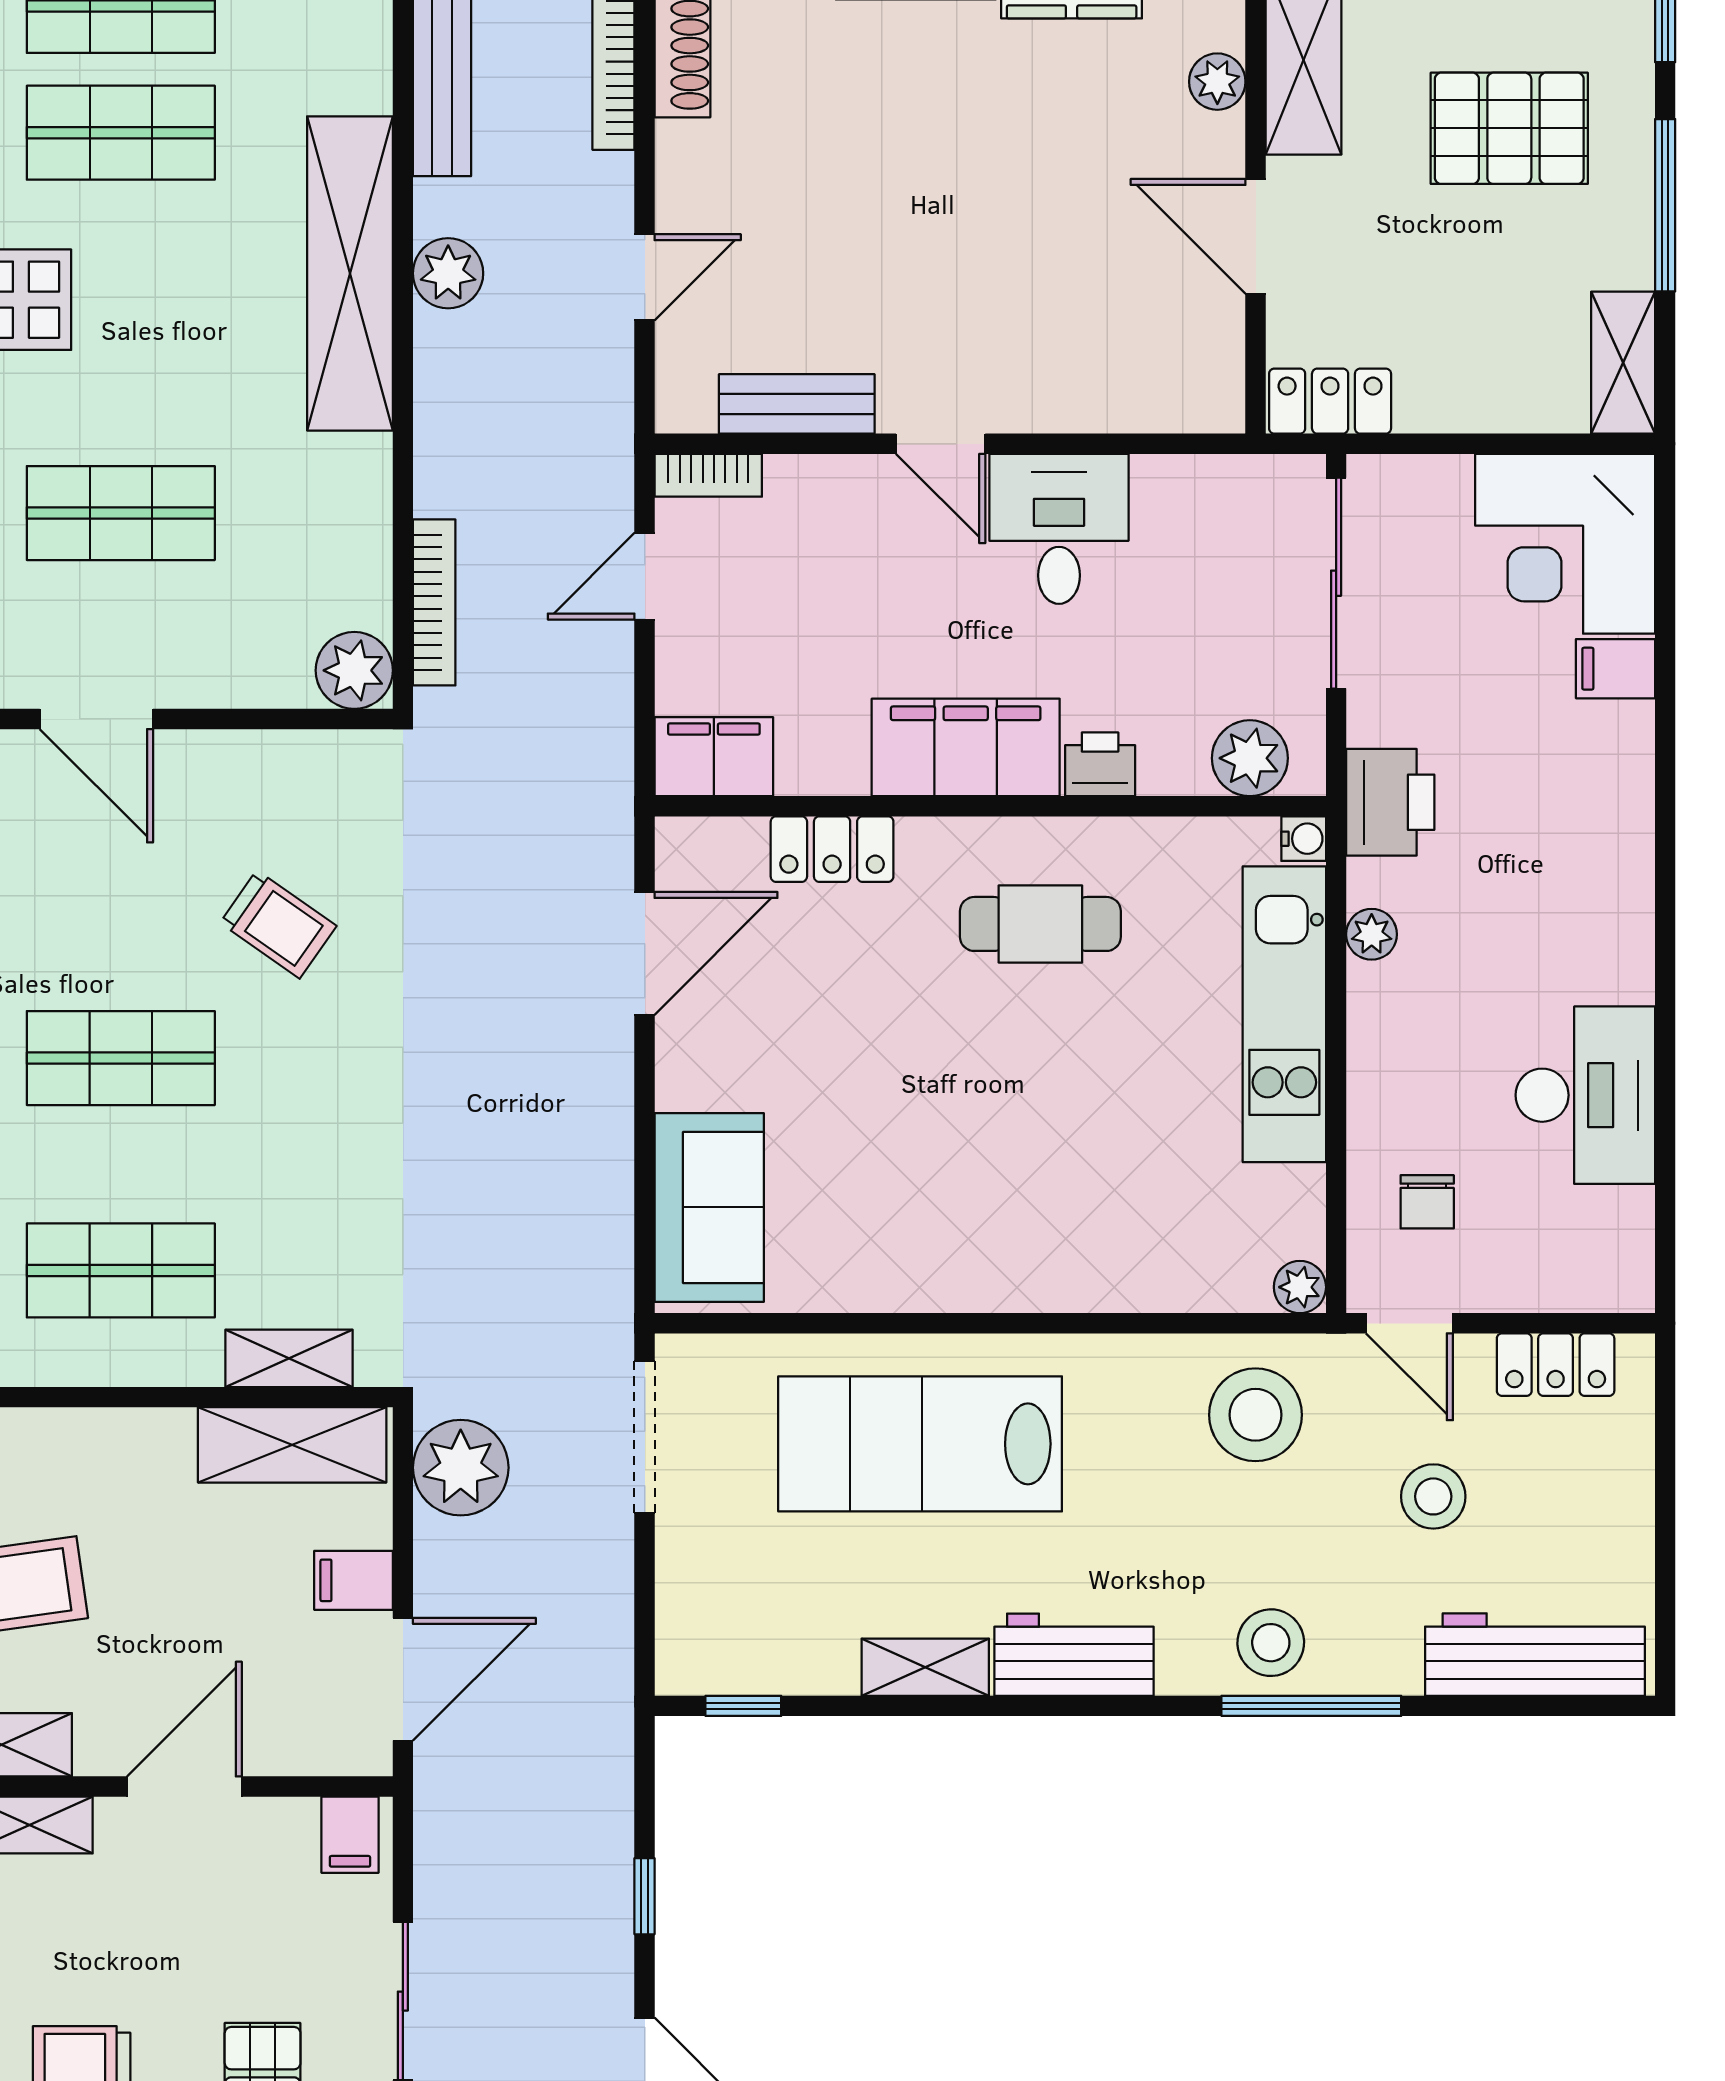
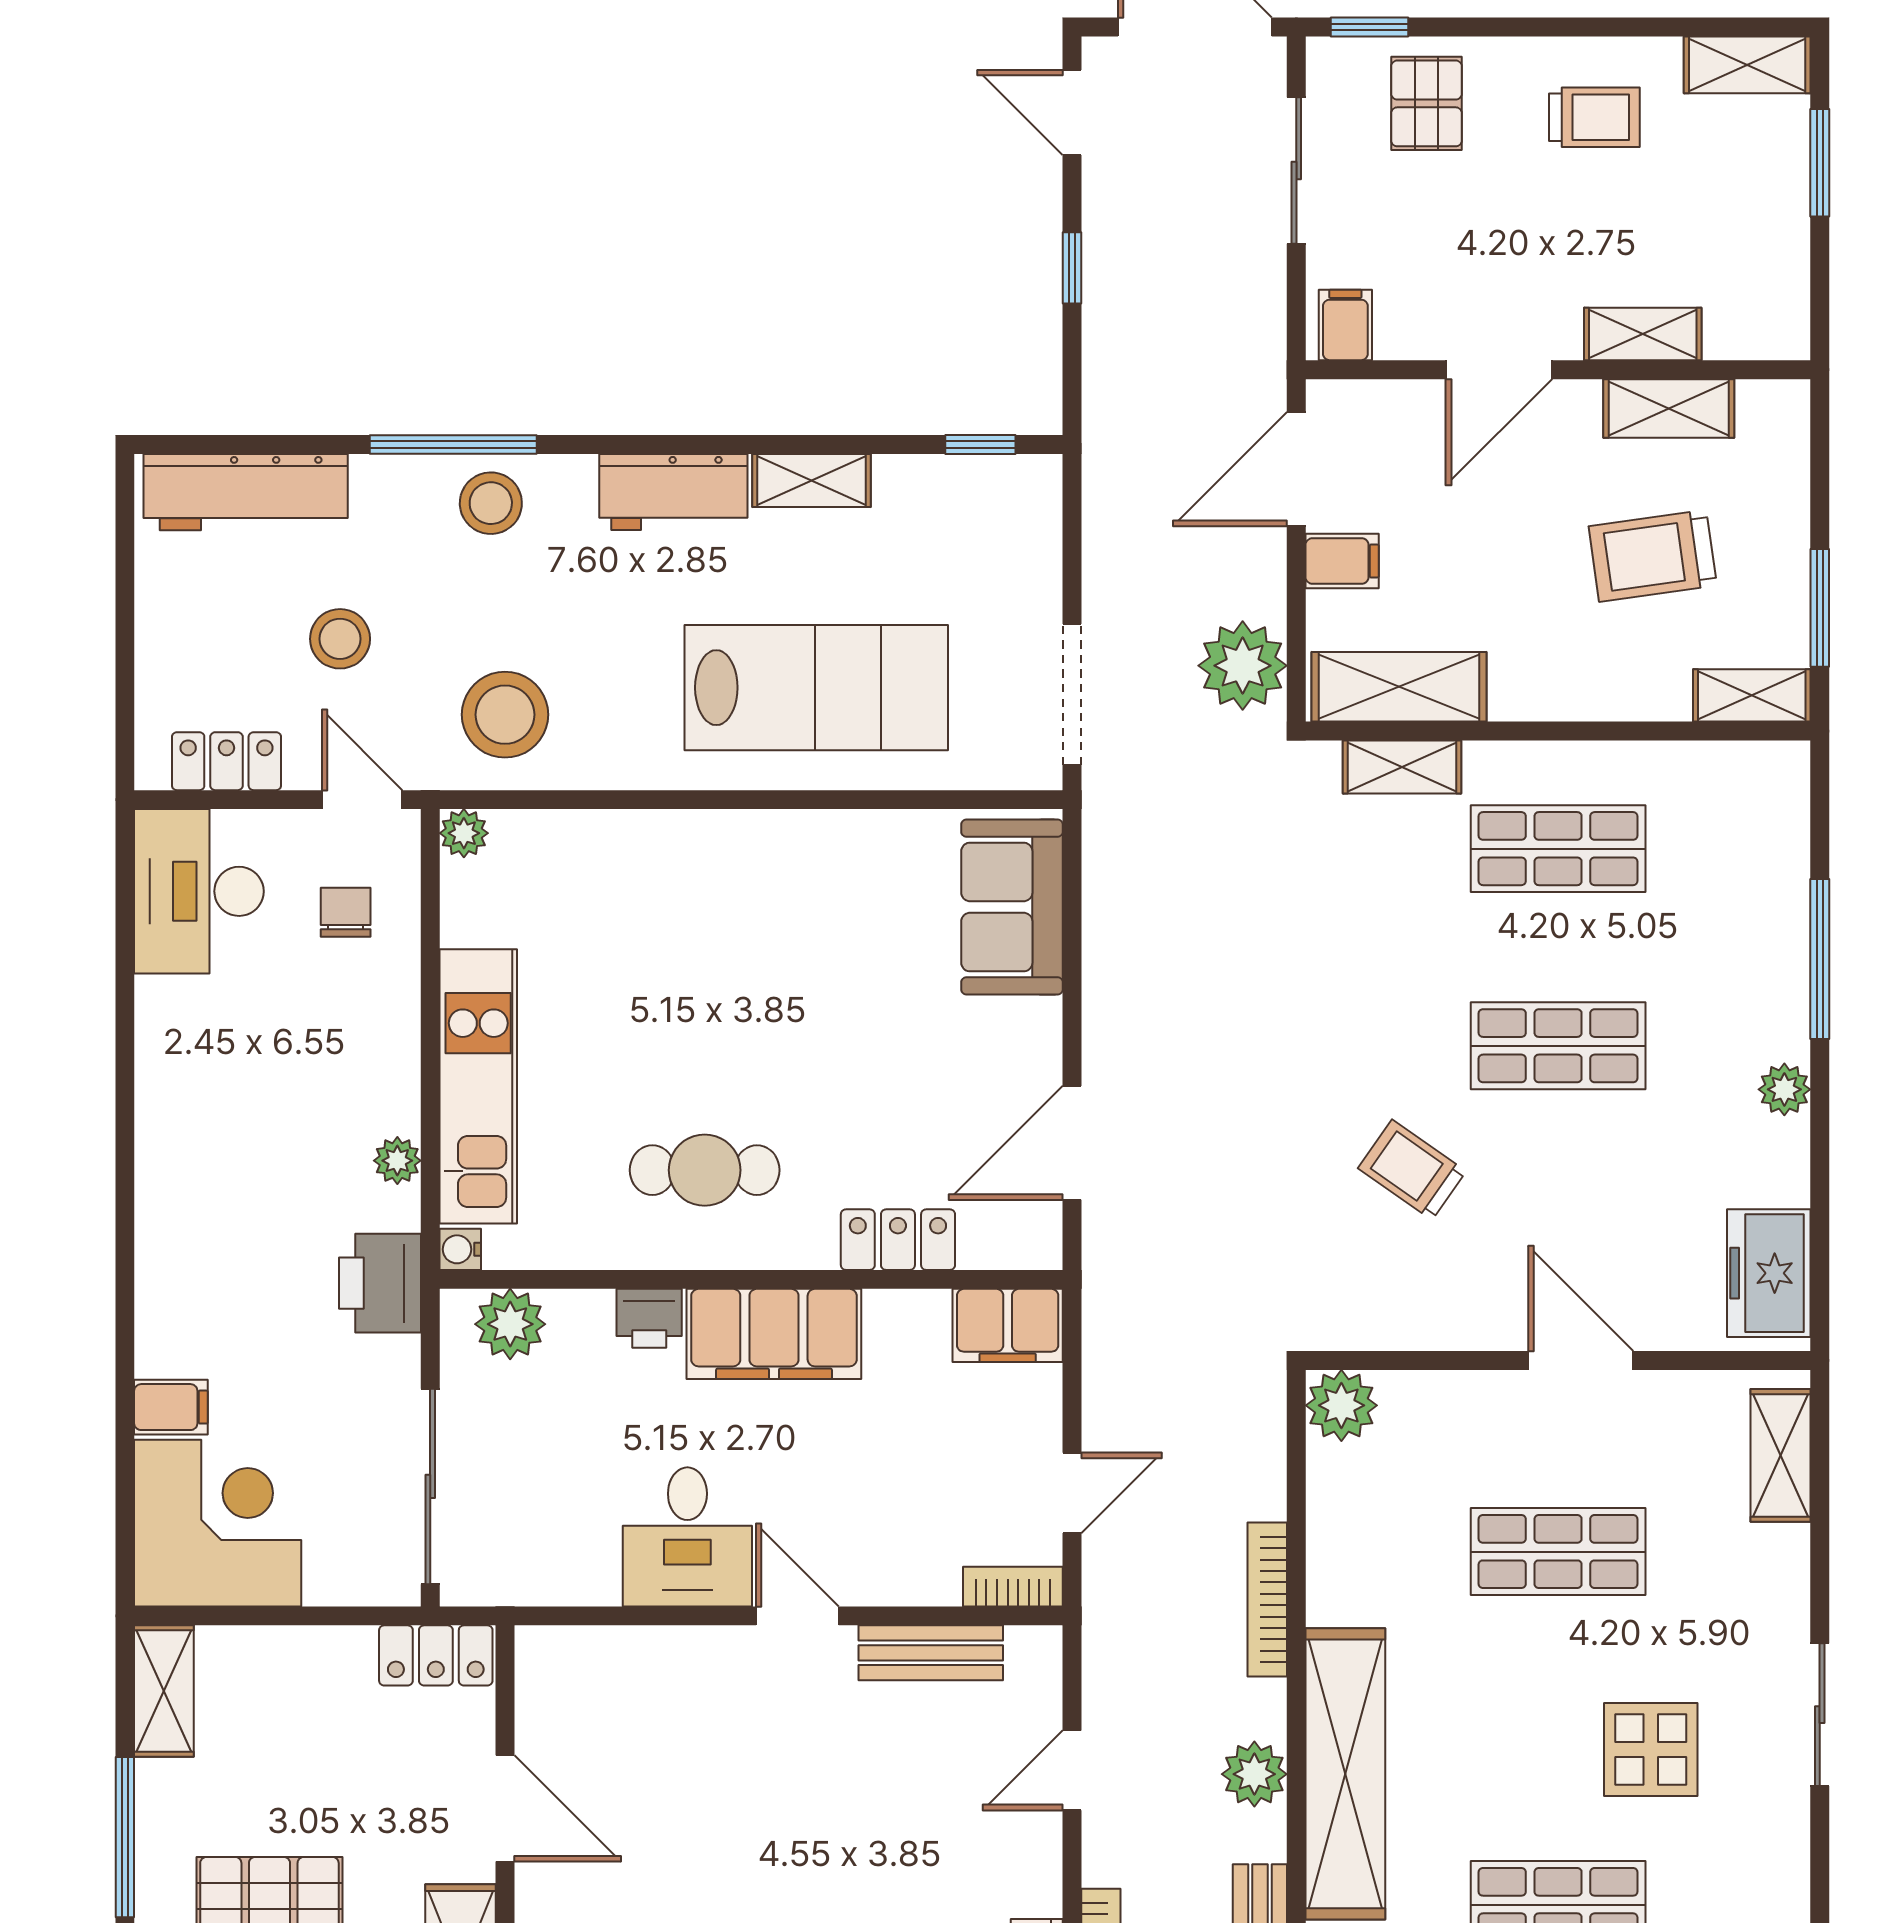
bookcase: (434, 602) -> (1267, 1599), moved
desk: (1585, 1095) -> (199, 891), moved

